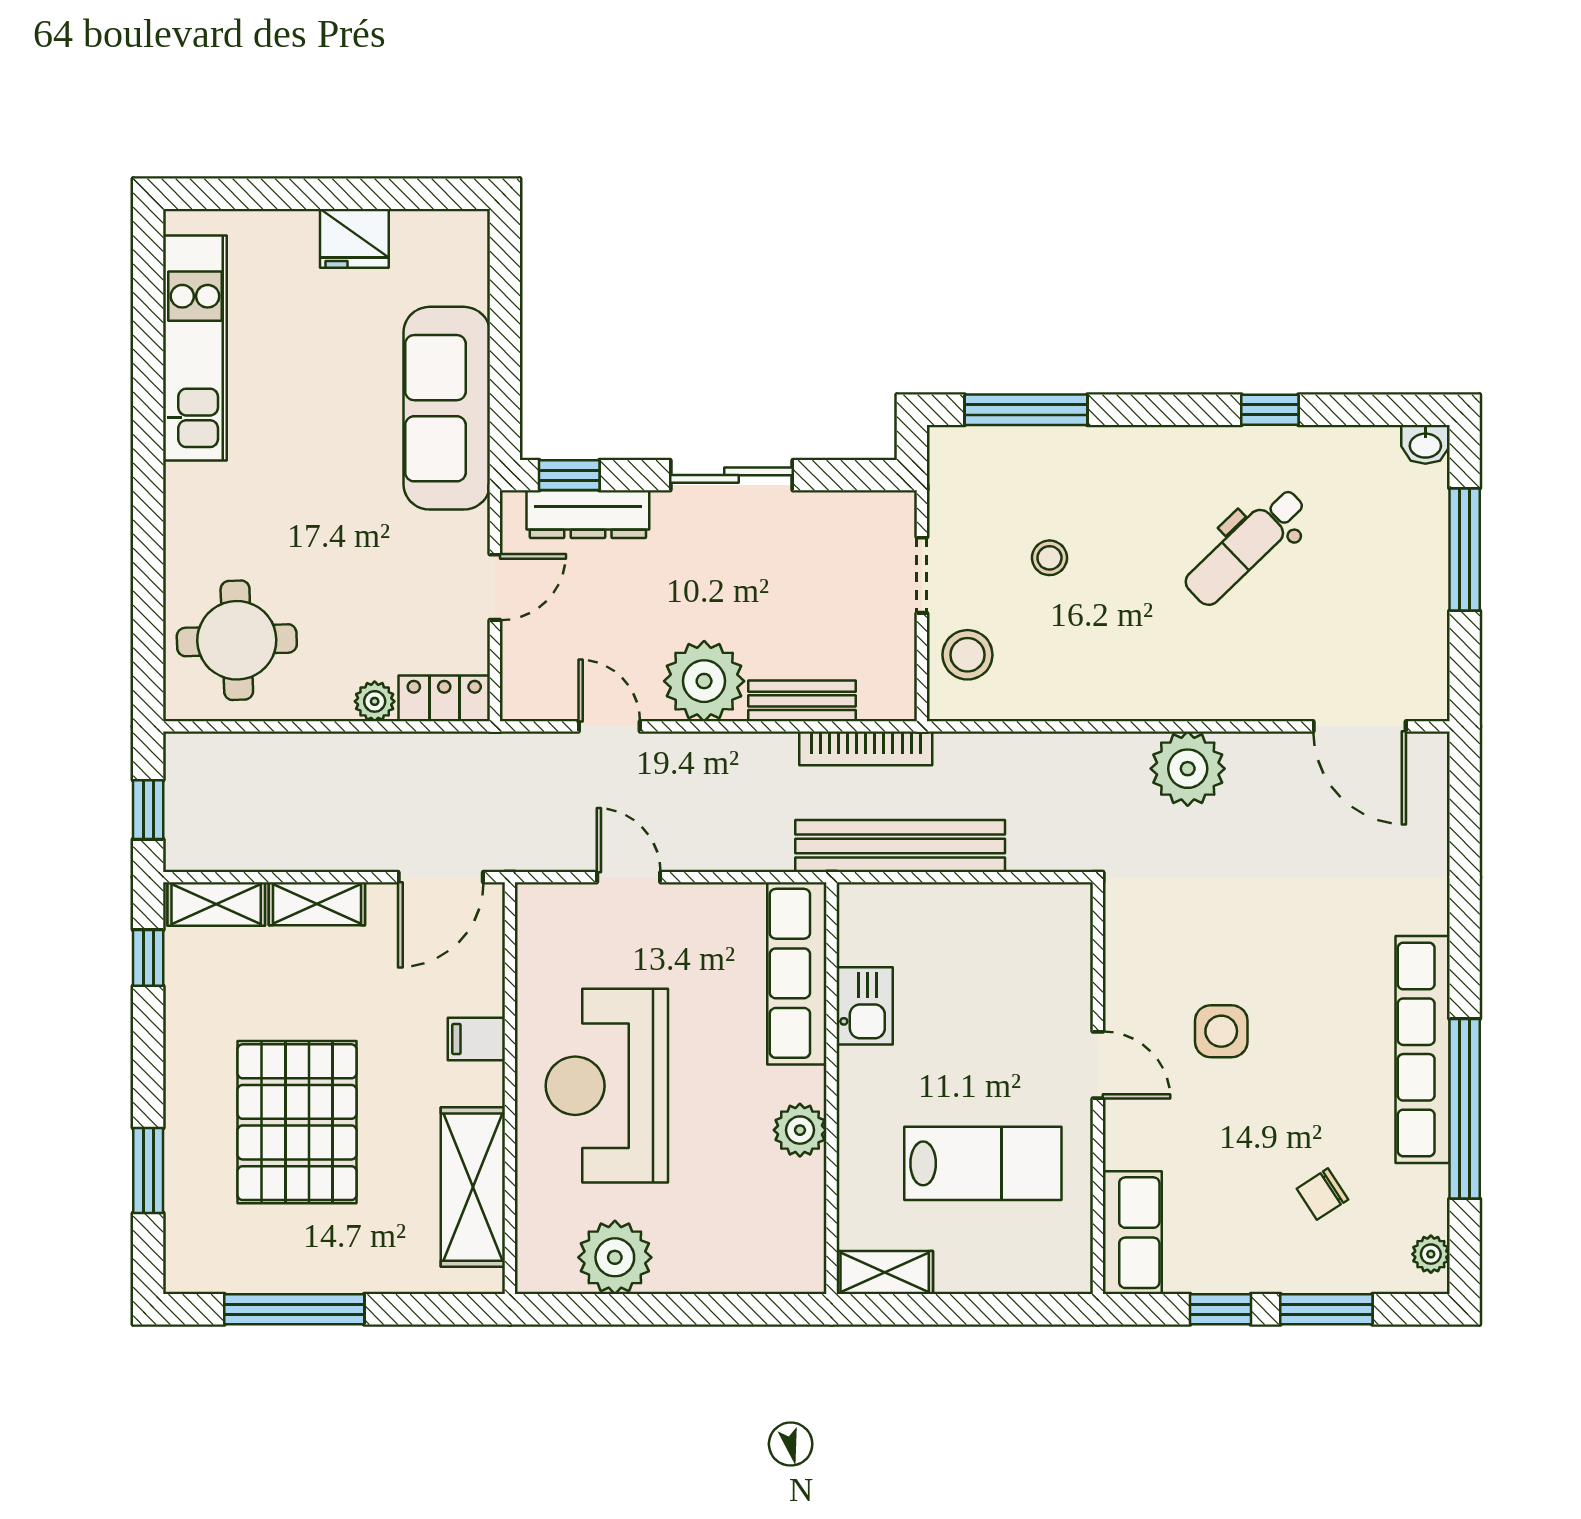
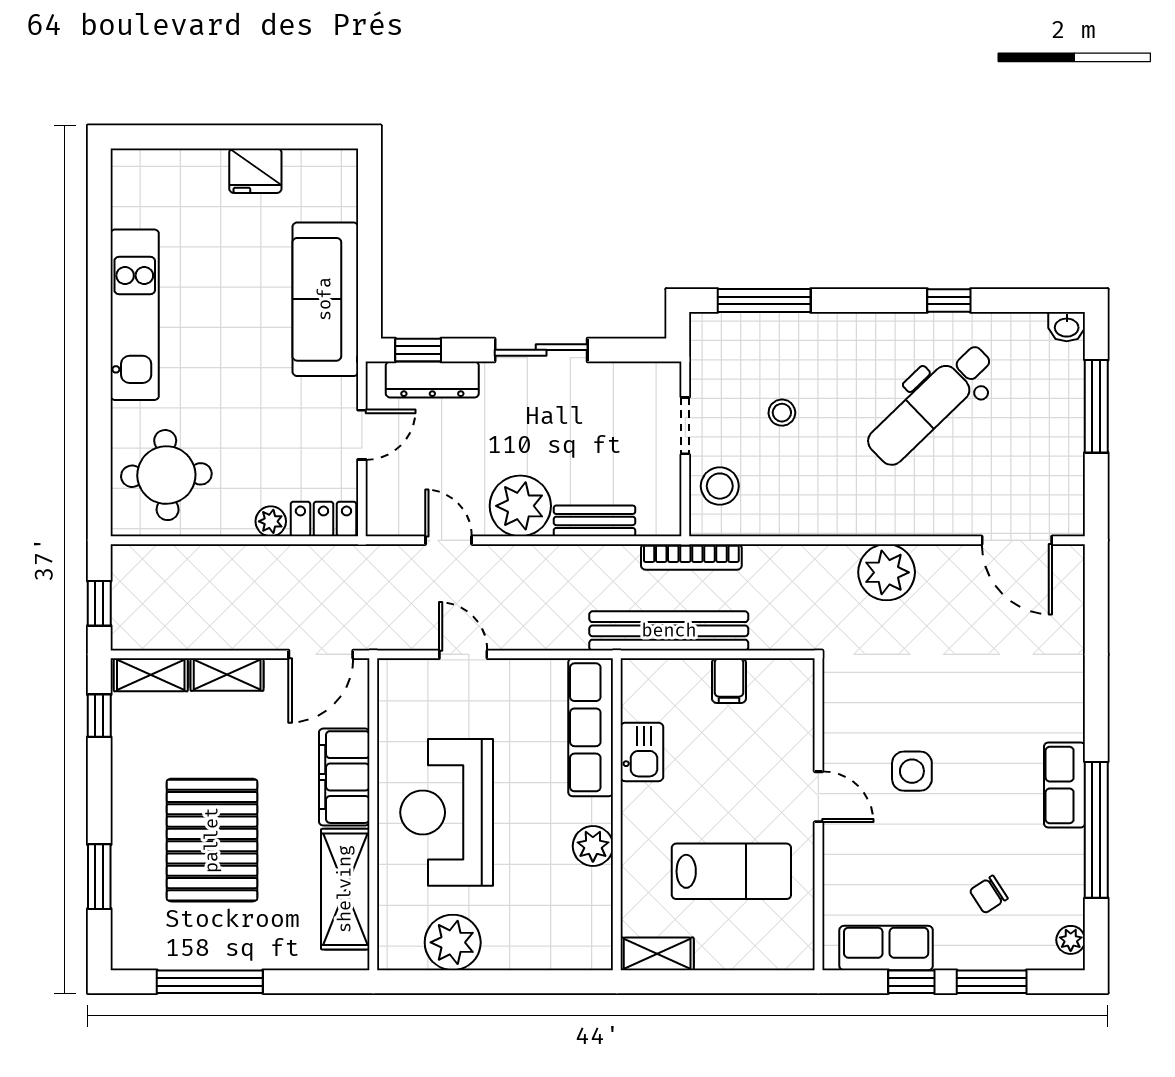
kitchen unit: (195, 348) -> (135, 315), moved
dental chair: (1246, 547) -> (930, 404), width x1.36, depth x1.38
bookcase: (866, 748) -> (691, 557), moved
filing cabinet: (980, 912) -> (729, 681), added
filing cabinet: (476, 1039) -> (344, 777), width x3.00, depth x1.17
row of seats: (1423, 1049) -> (1064, 785), width x0.50
row of seats: (1132, 1233) -> (886, 948), moved, turned -90

